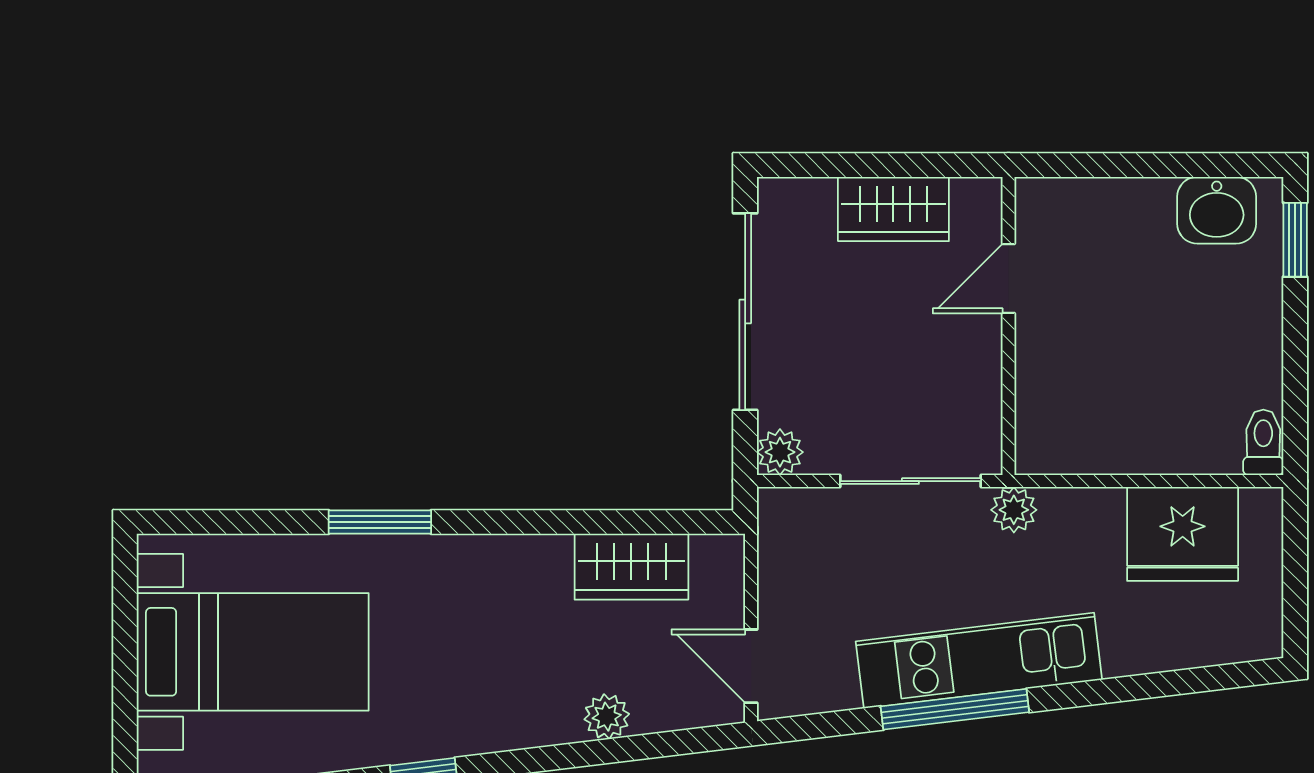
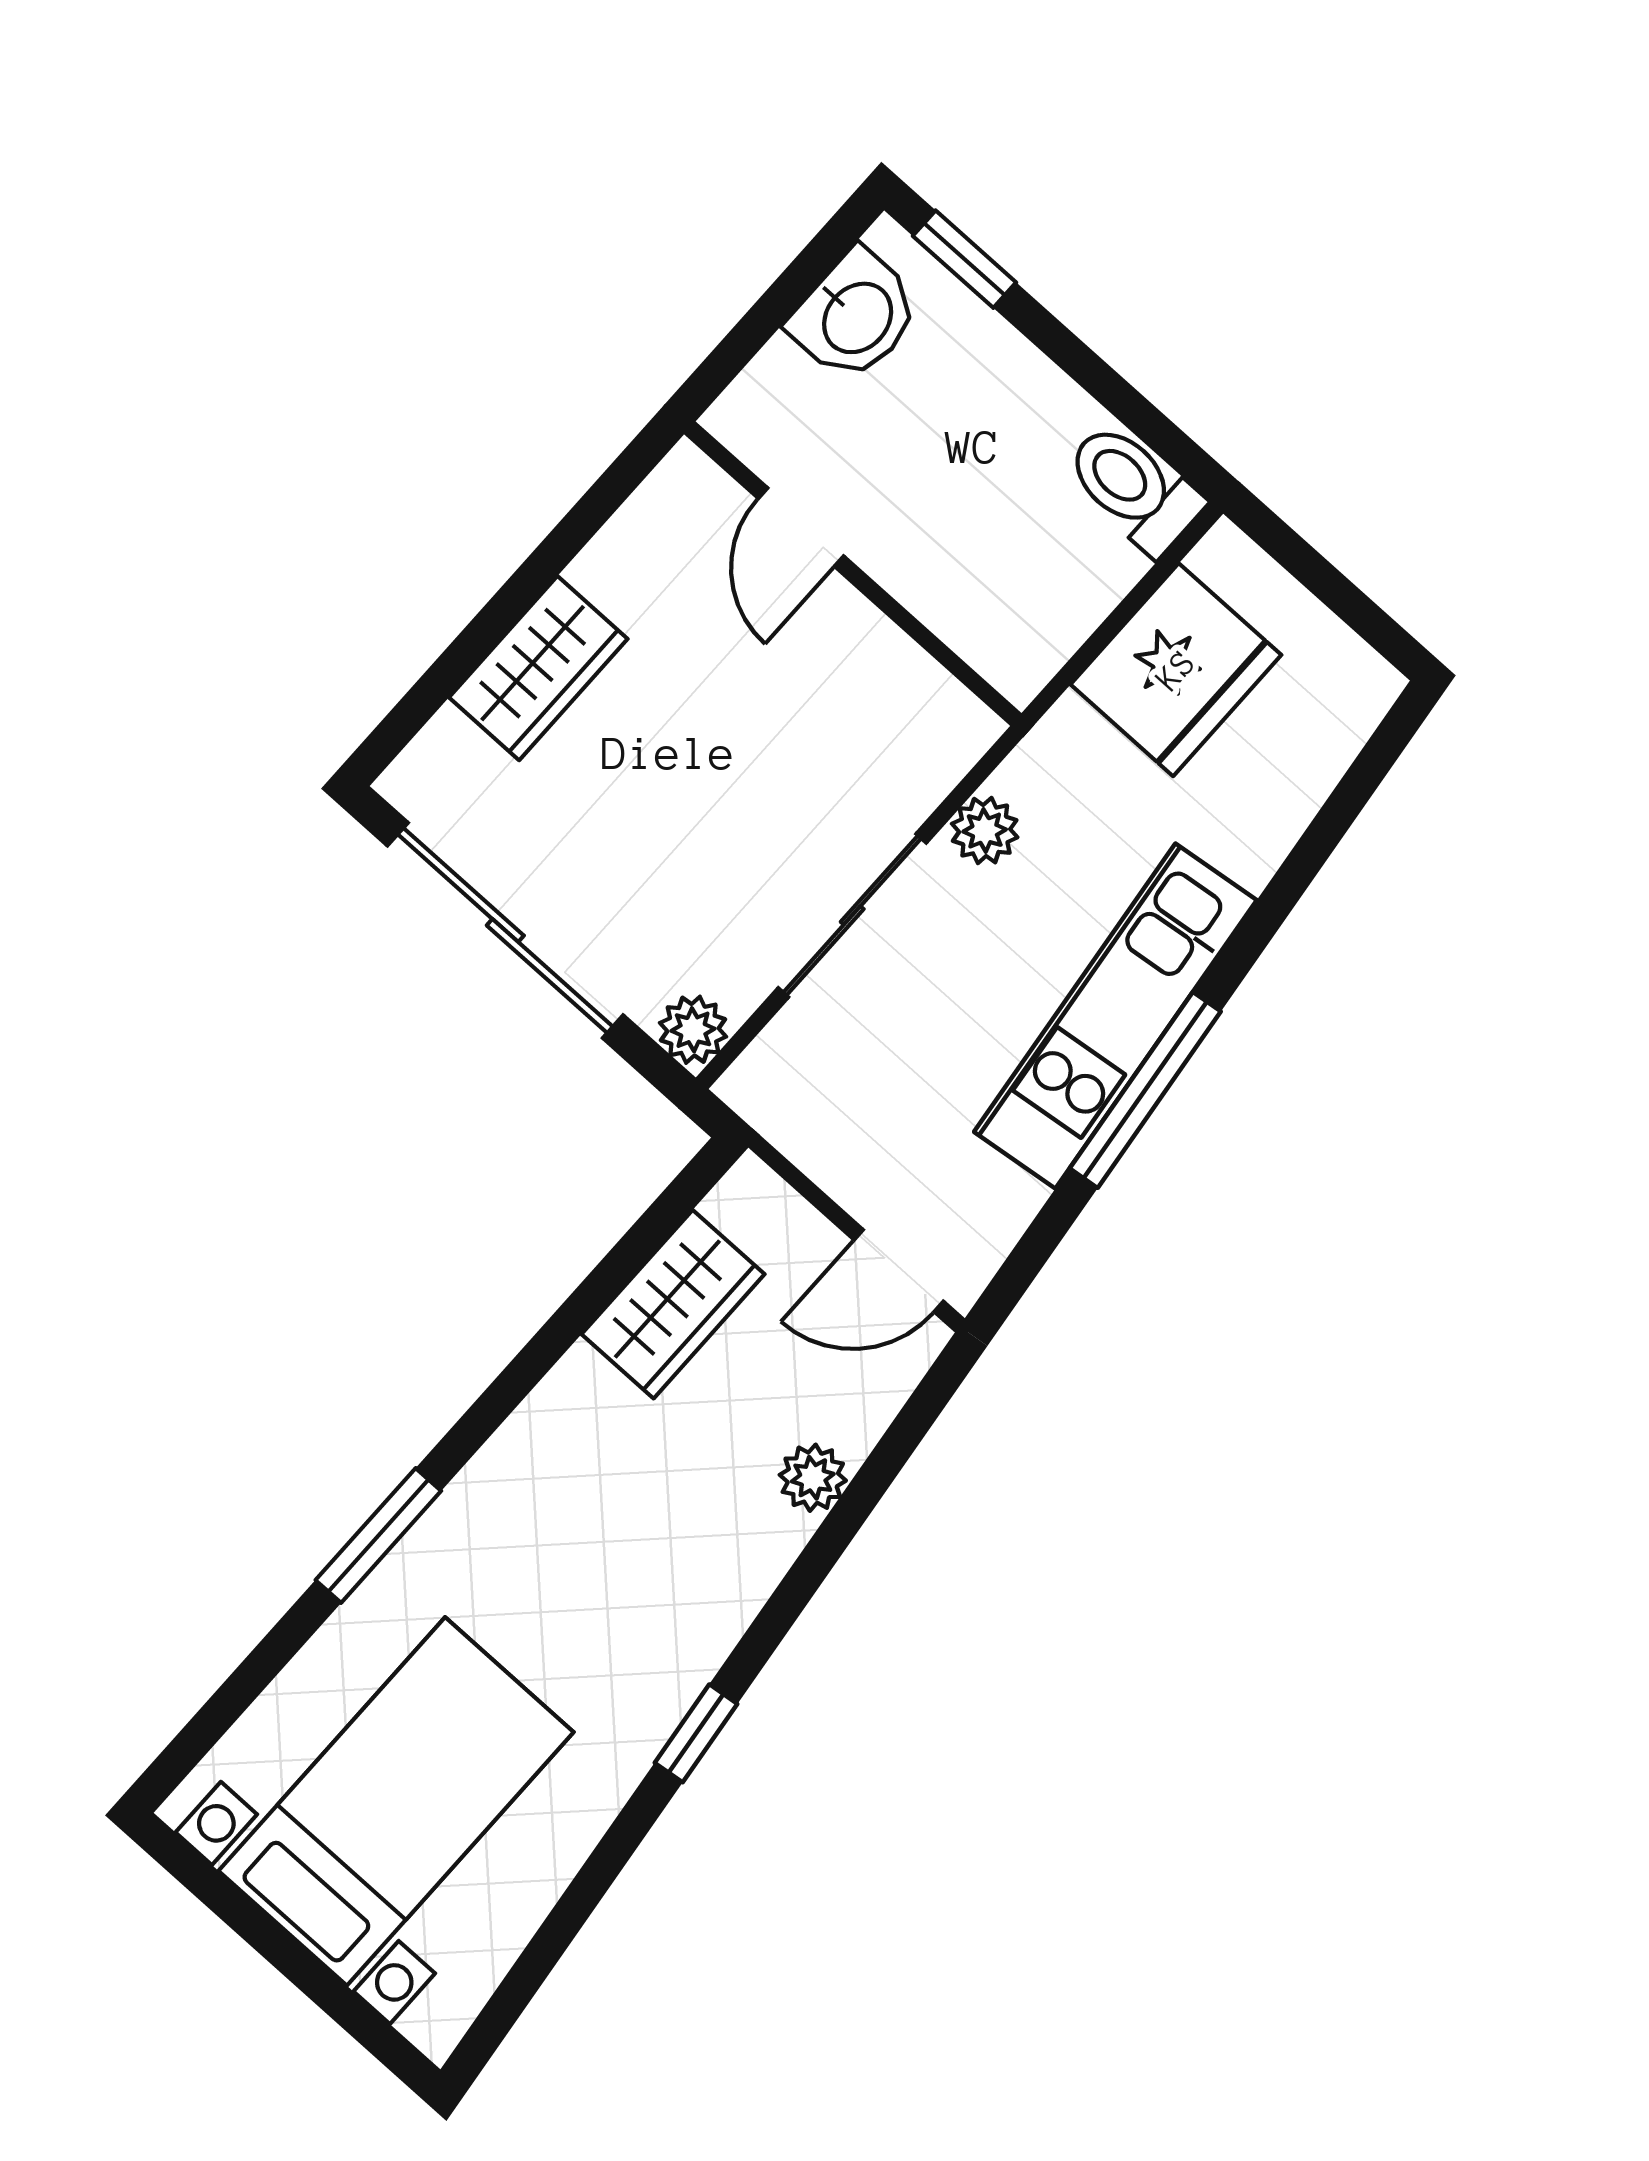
door: (1008, 279) -> (801, 527), moved
wall: (1008, 326) -> (853, 574), moved
toilet: (1263, 442) -> (1134, 488), width x1.37, depth x1.39

